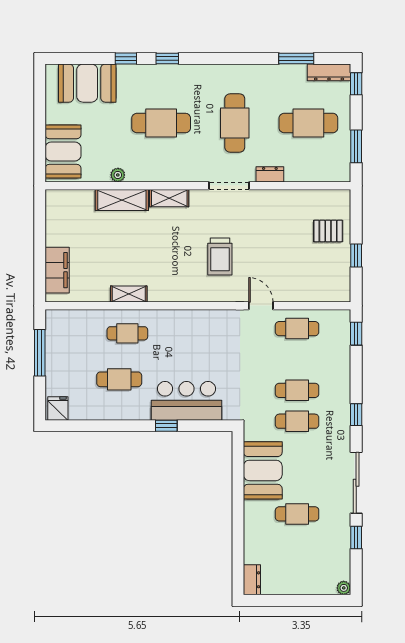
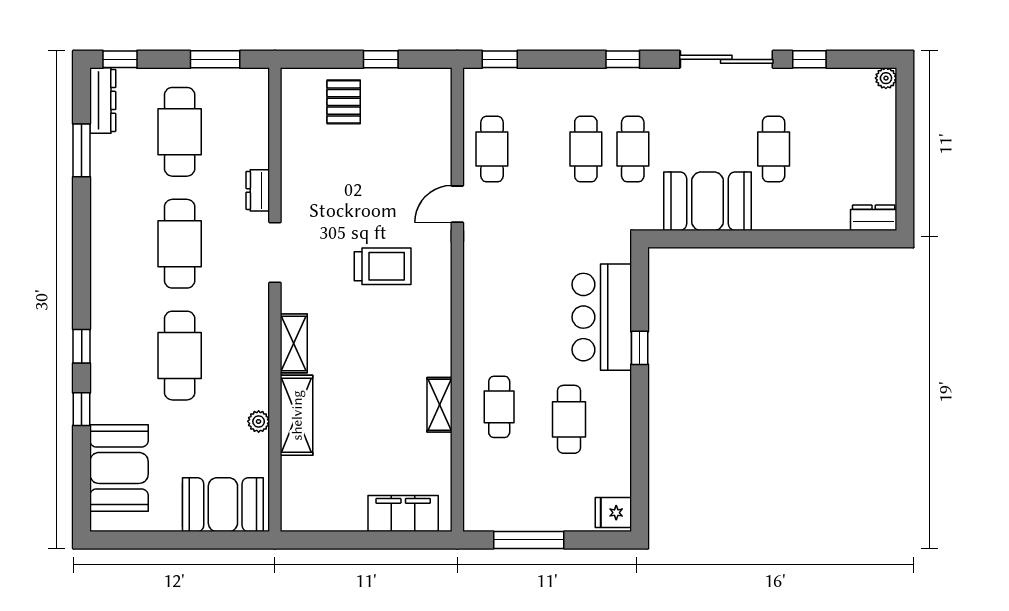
cafe table: (235, 123) -> (180, 244), turned 90

